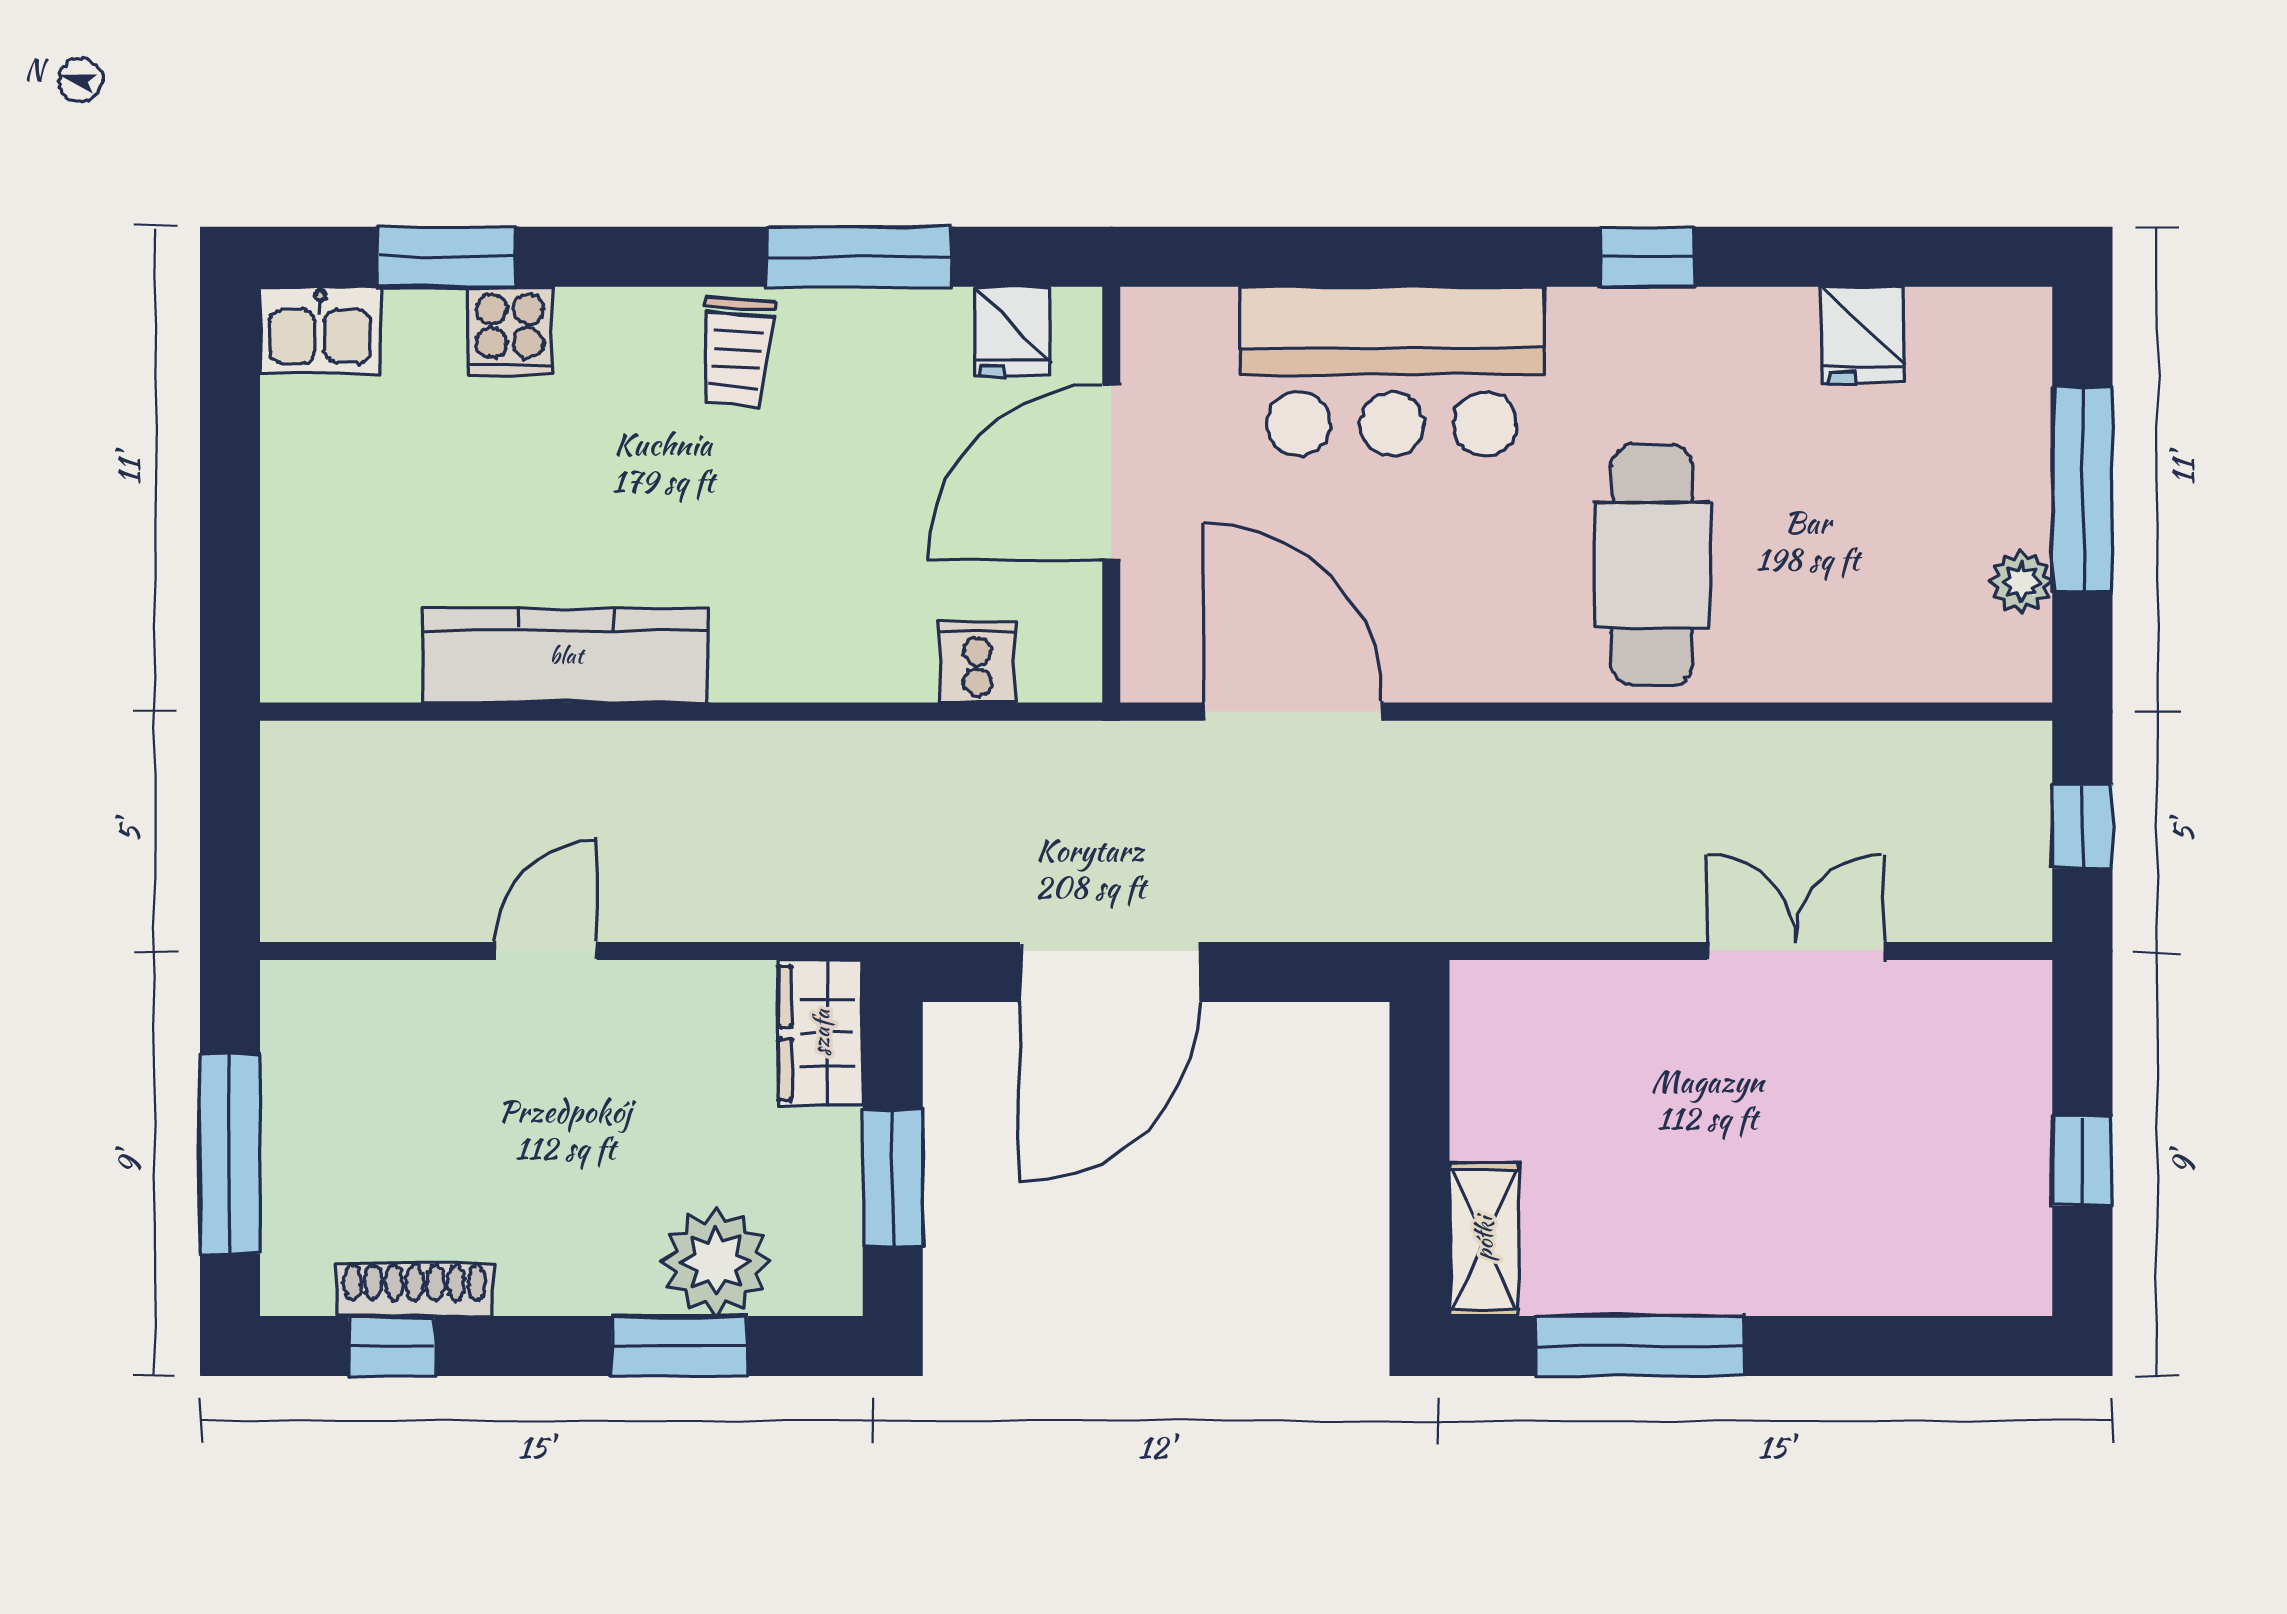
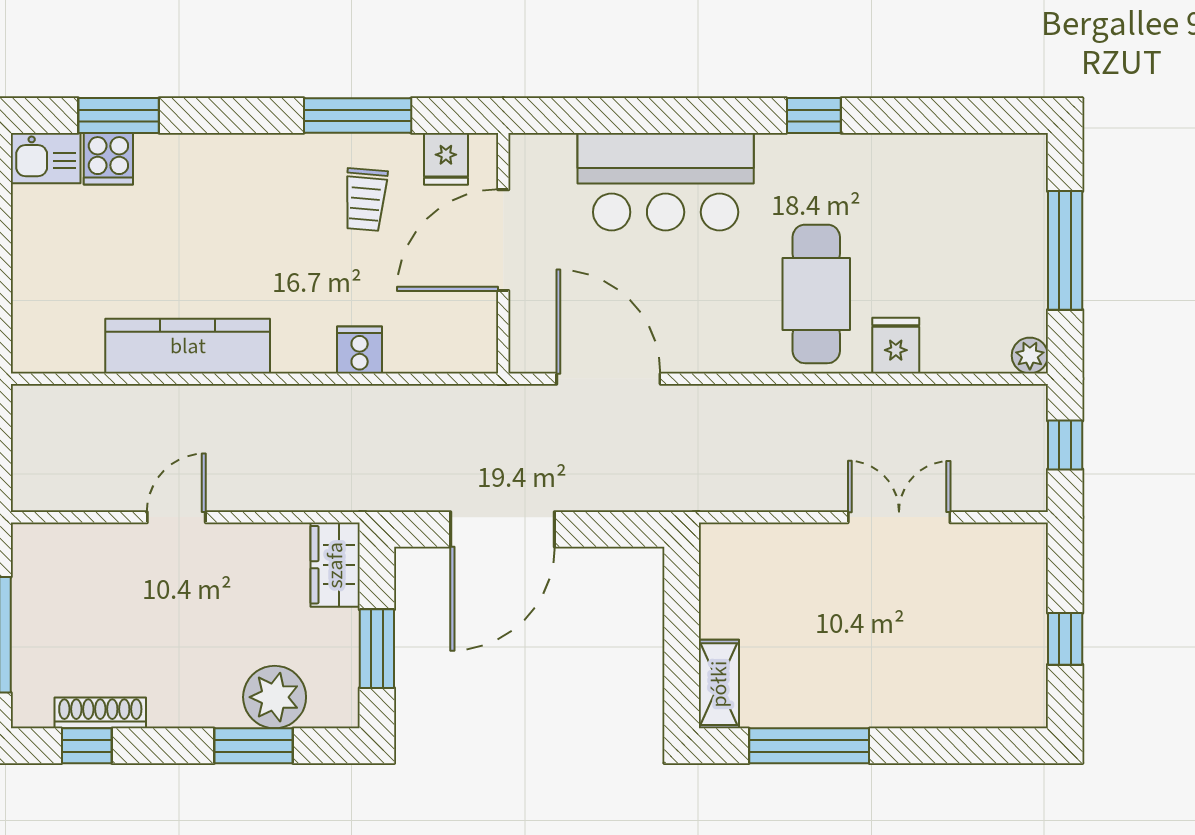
cooker: (510, 331) -> (108, 159), moved
fridge: (1863, 335) -> (896, 346), moved, turned 180
trolley: (737, 352) -> (365, 200), moved
plant: (2021, 582) -> (1030, 356), moved
cooker: (978, 662) -> (360, 350), moved

